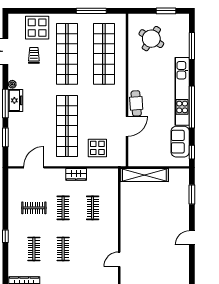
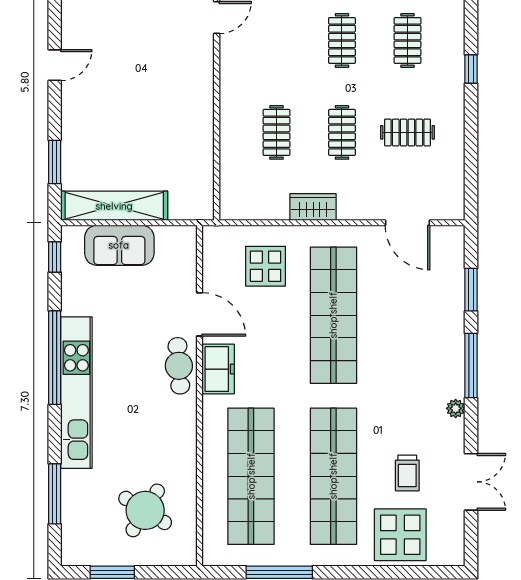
freezer: (15, 100) -> (218, 369), moved, turned 180
door: (127, 126) -> (200, 314), swing flipped
sofa: (180, 142) -> (119, 245), moved, turned 90
door: (34, 167) -> (407, 223), hinge flipped
shelving: (144, 175) -> (114, 206), moved

